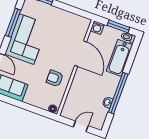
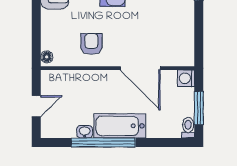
door: (81, 54) -> (140, 68), hinge flipped
bathtub: (120, 58) -> (120, 126), moved
door: (81, 126) -> (36, 106), hinge flipped

